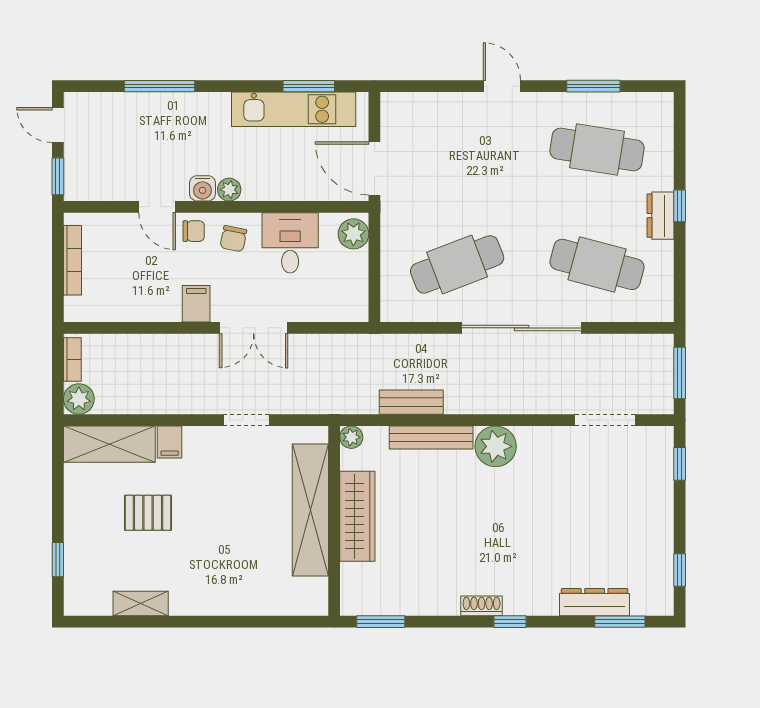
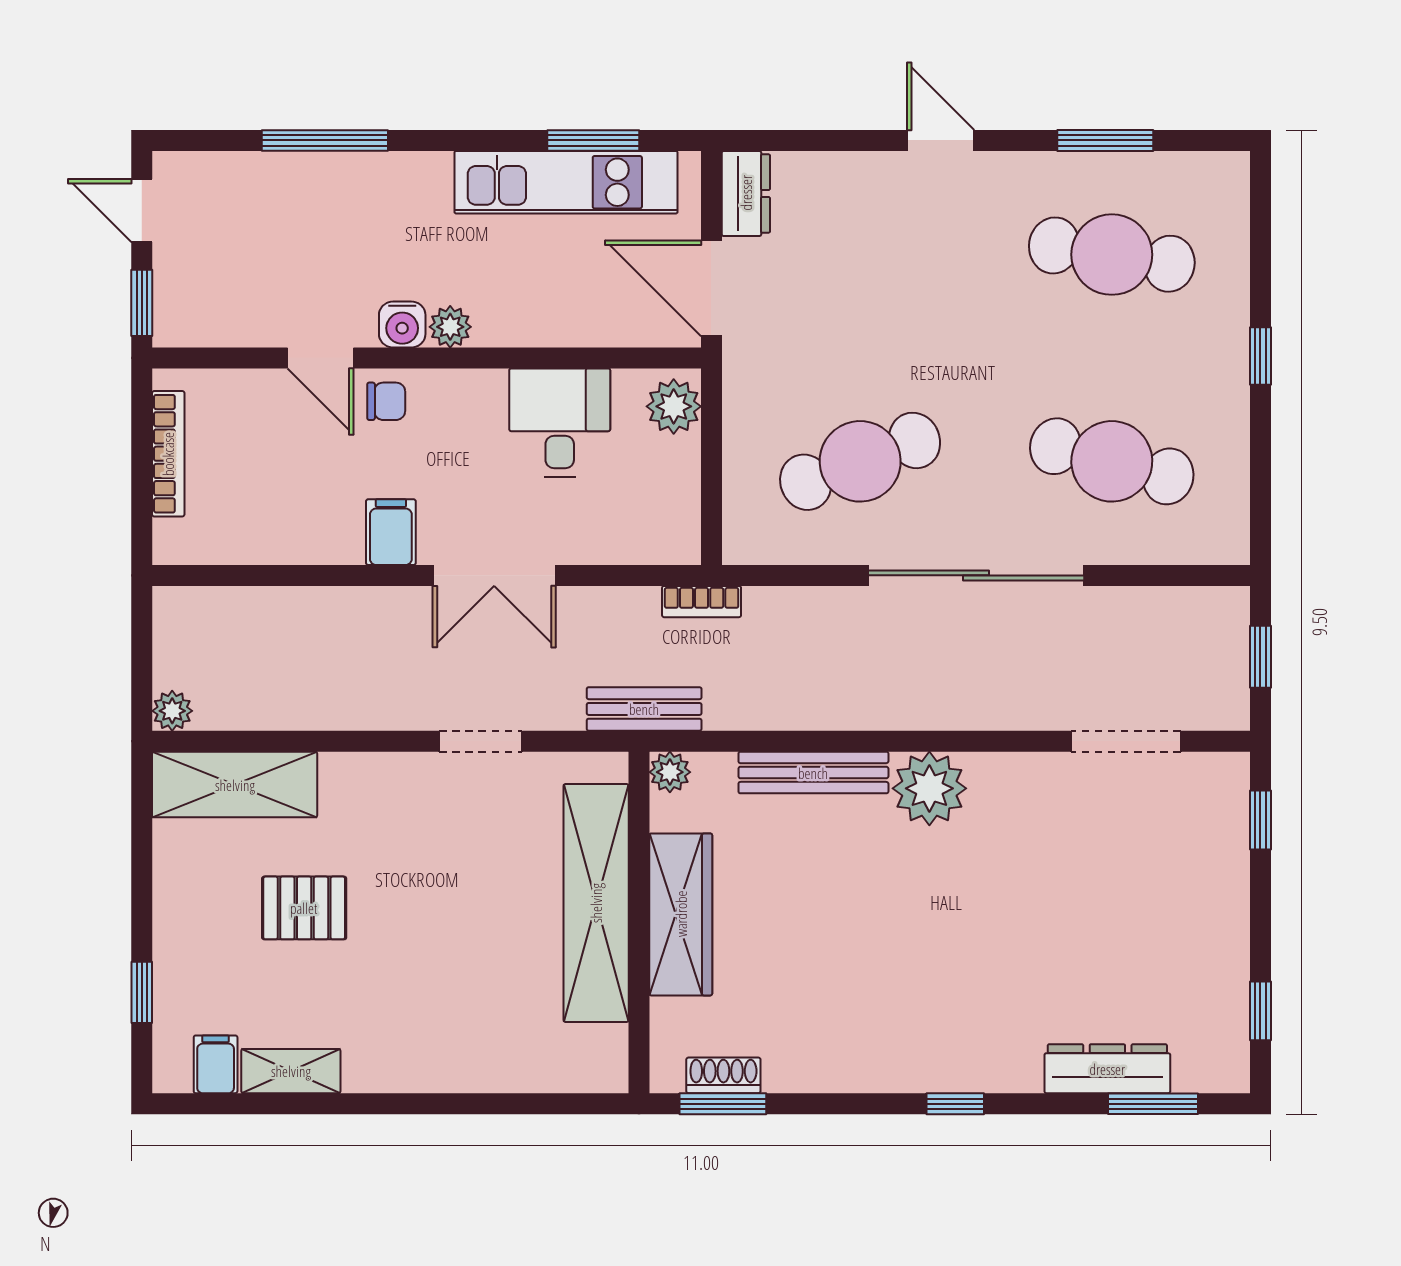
dresser: (661, 216) -> (746, 193), moved, turned 180
chair: (233, 239) -> (458, 415), removed
bookcase: (72, 359) -> (702, 602), moved, turned 90
window: (680, 373) -> (1260, 657), width x0.67
plant: (79, 399) -> (172, 711), width x0.73, depth x0.73
bench: (411, 402) -> (644, 709), moved
filing cabinet: (170, 442) -> (216, 1064), moved, turned 180
shoe rack: (482, 606) -> (723, 1075), moved

